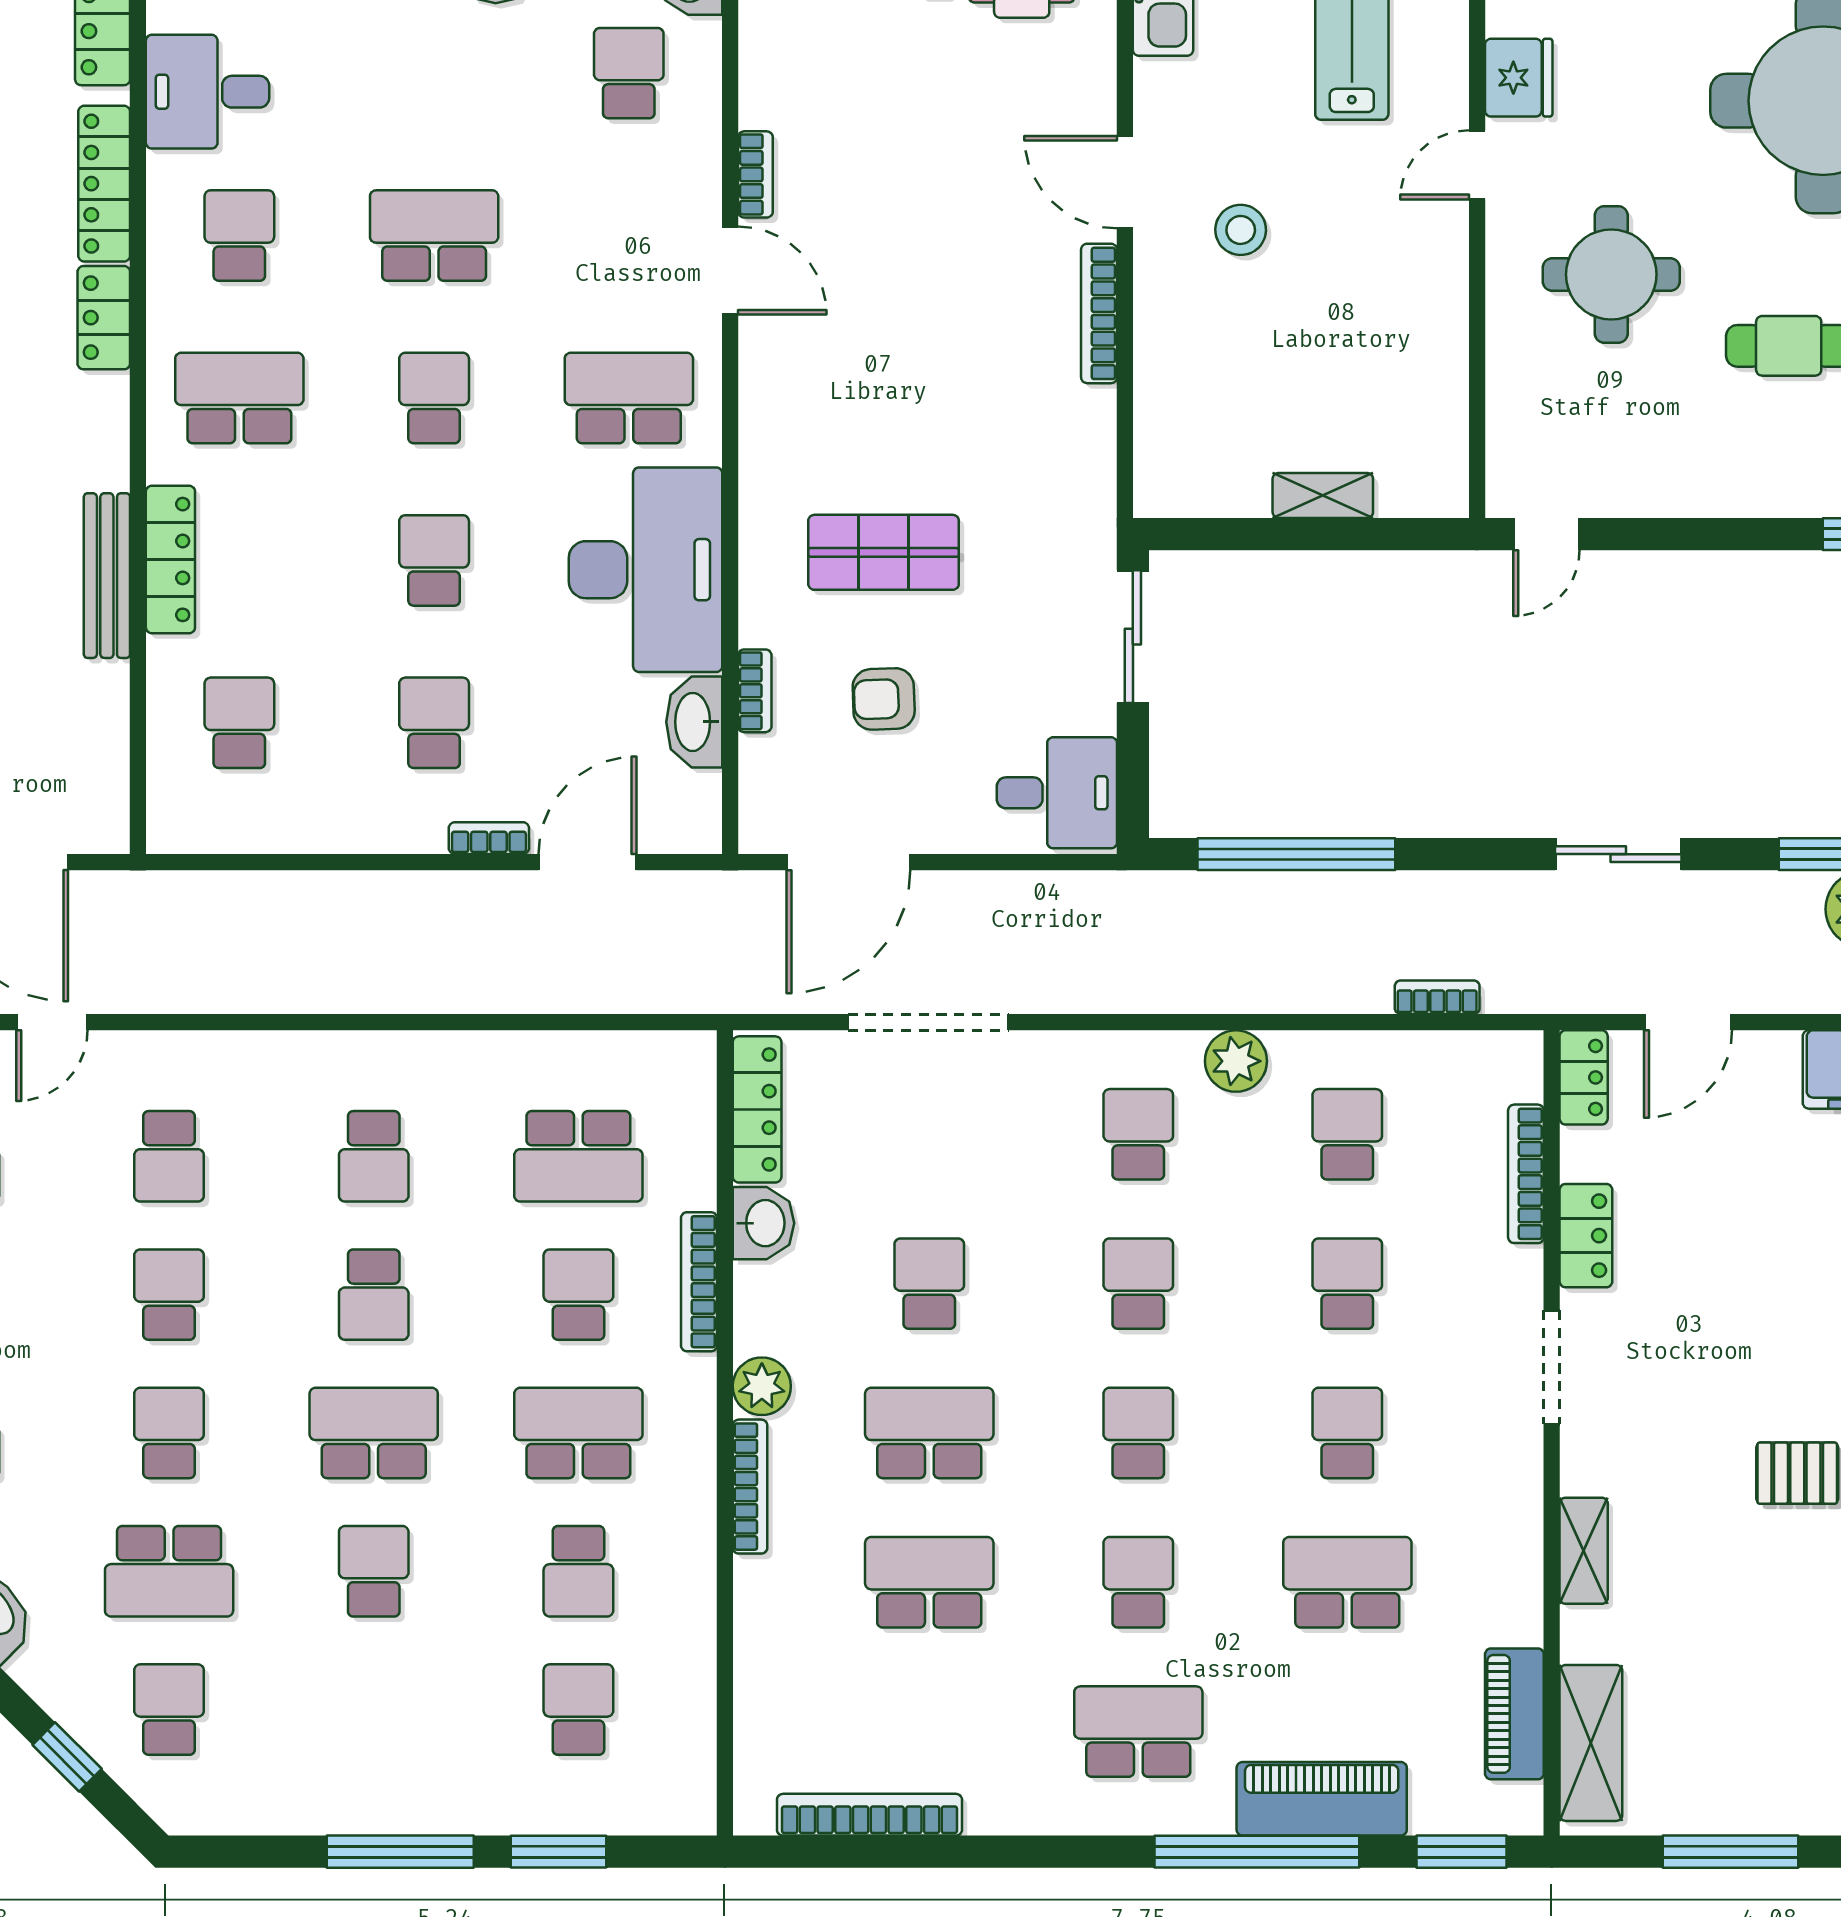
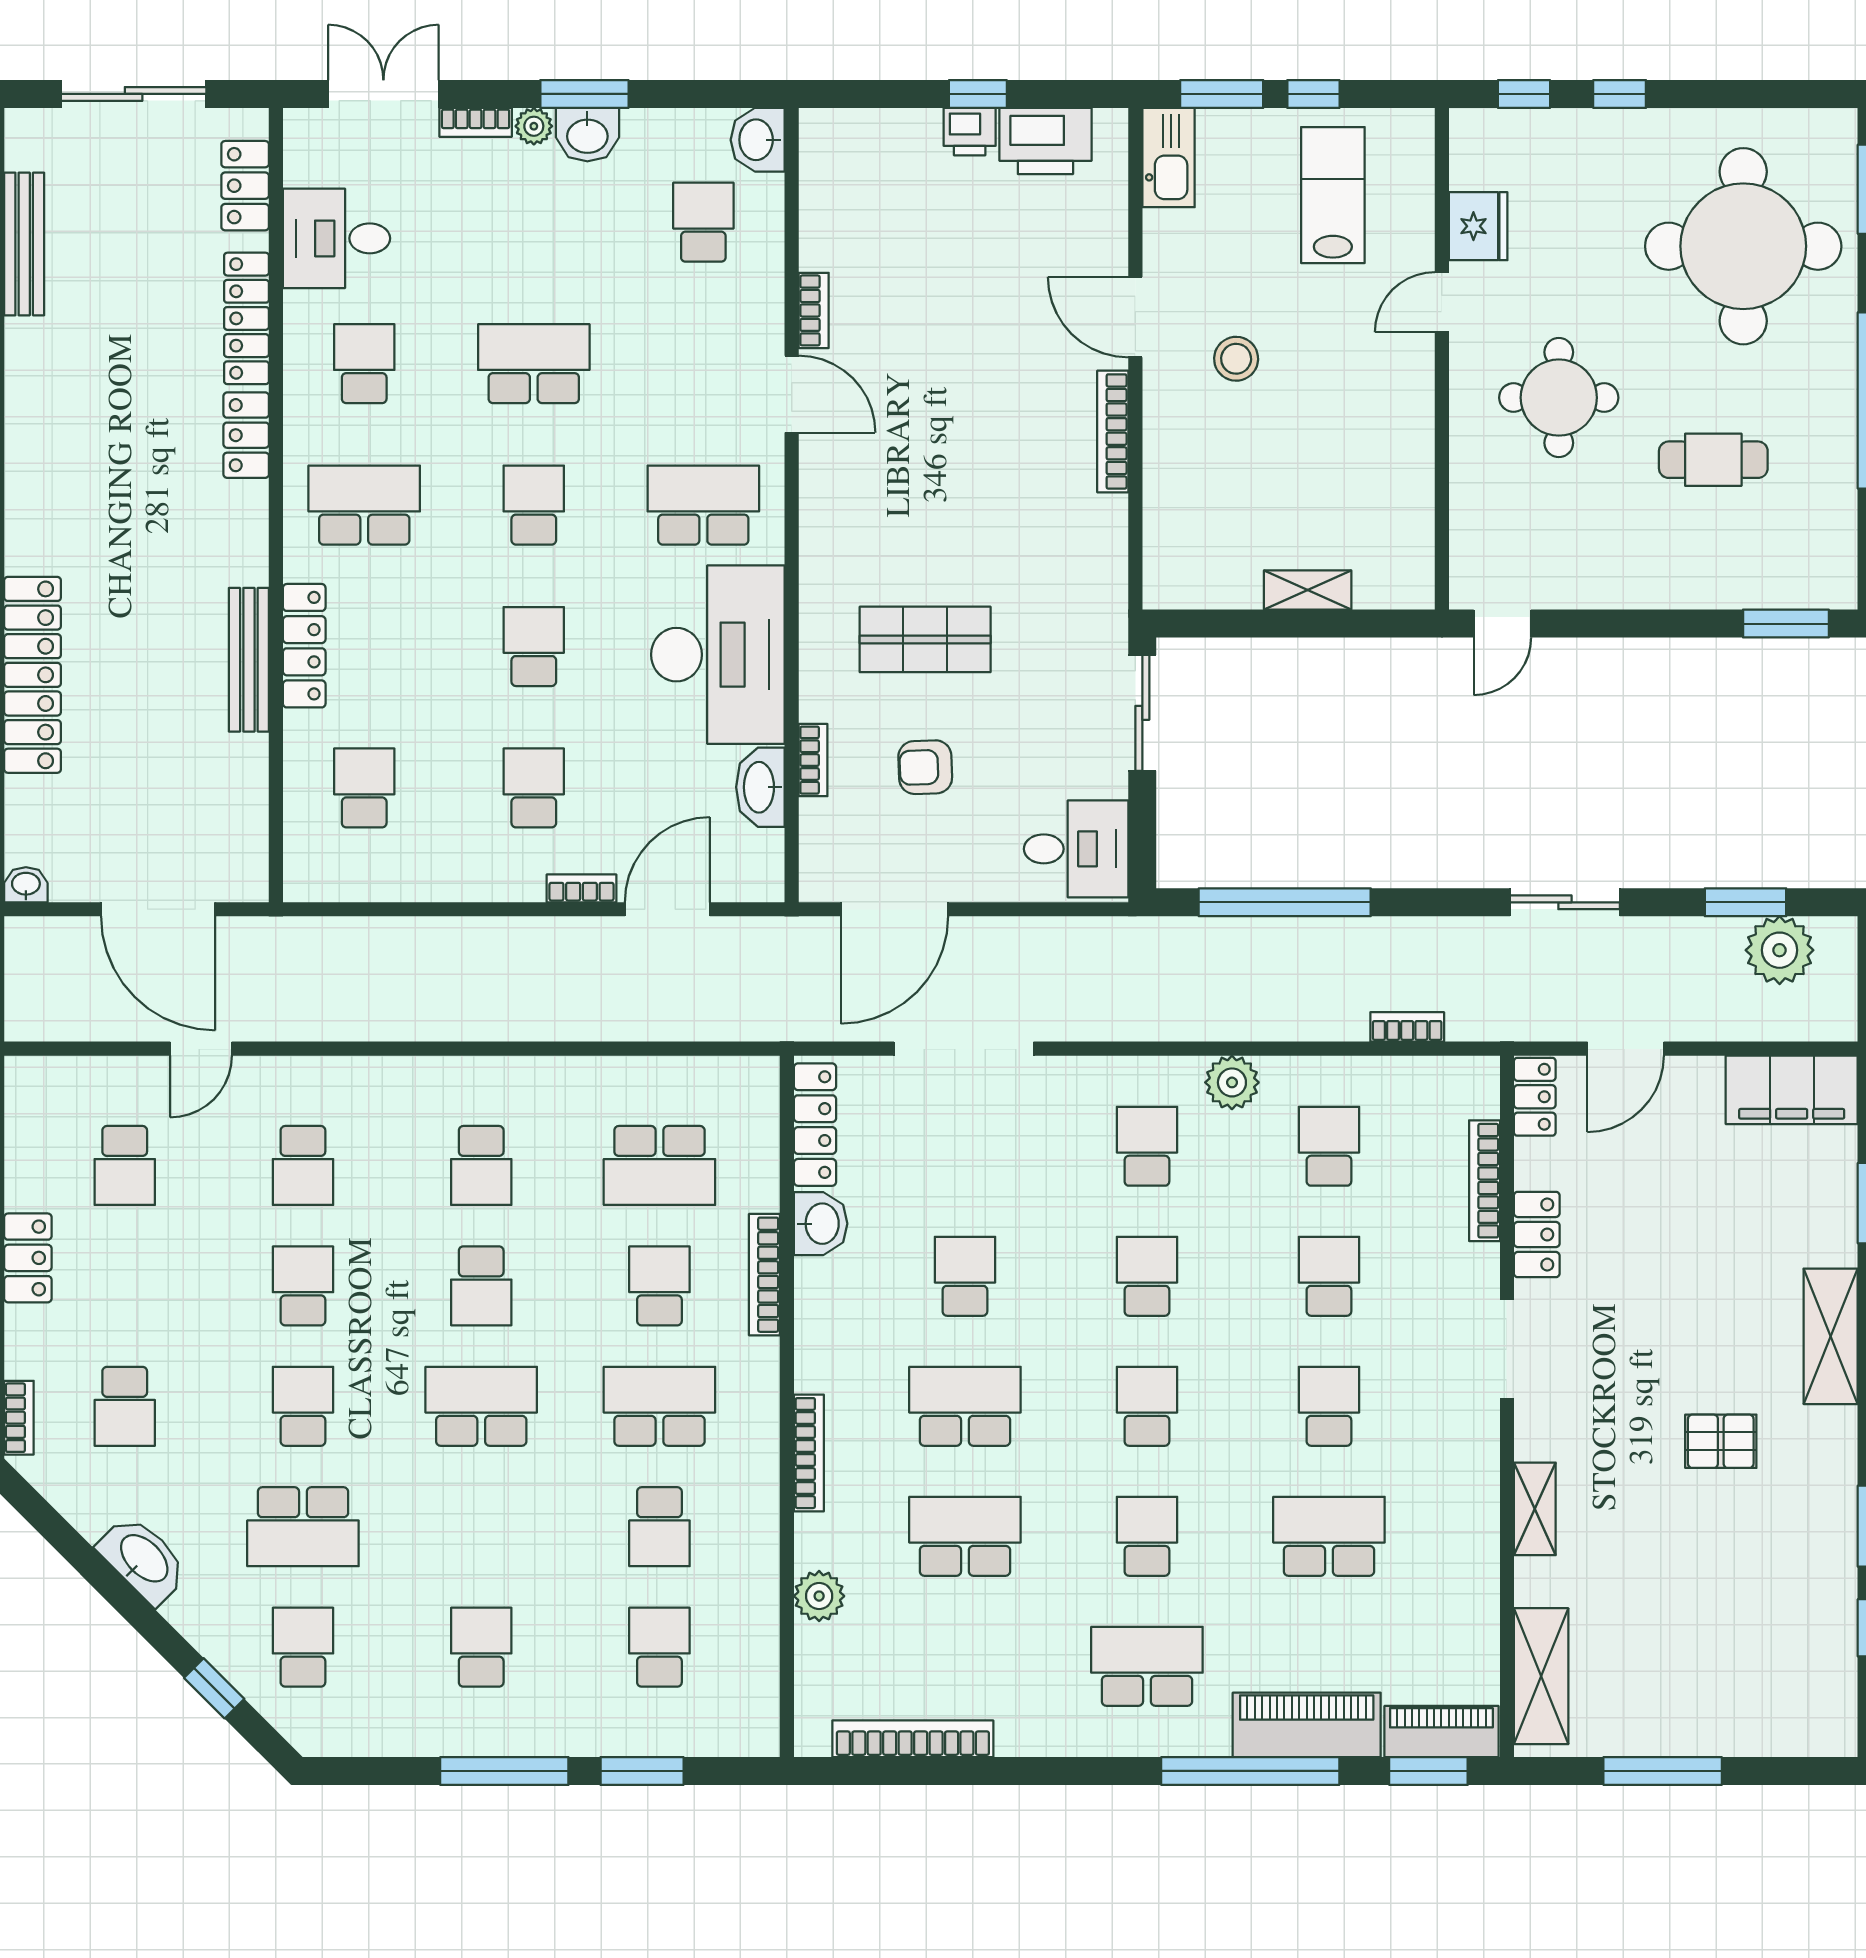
plant: (762, 1386) -> (819, 1596), moved
school desk: (374, 1571) -> (481, 1647), moved
piano: (1514, 1714) -> (1441, 1731), moved, turned 90

